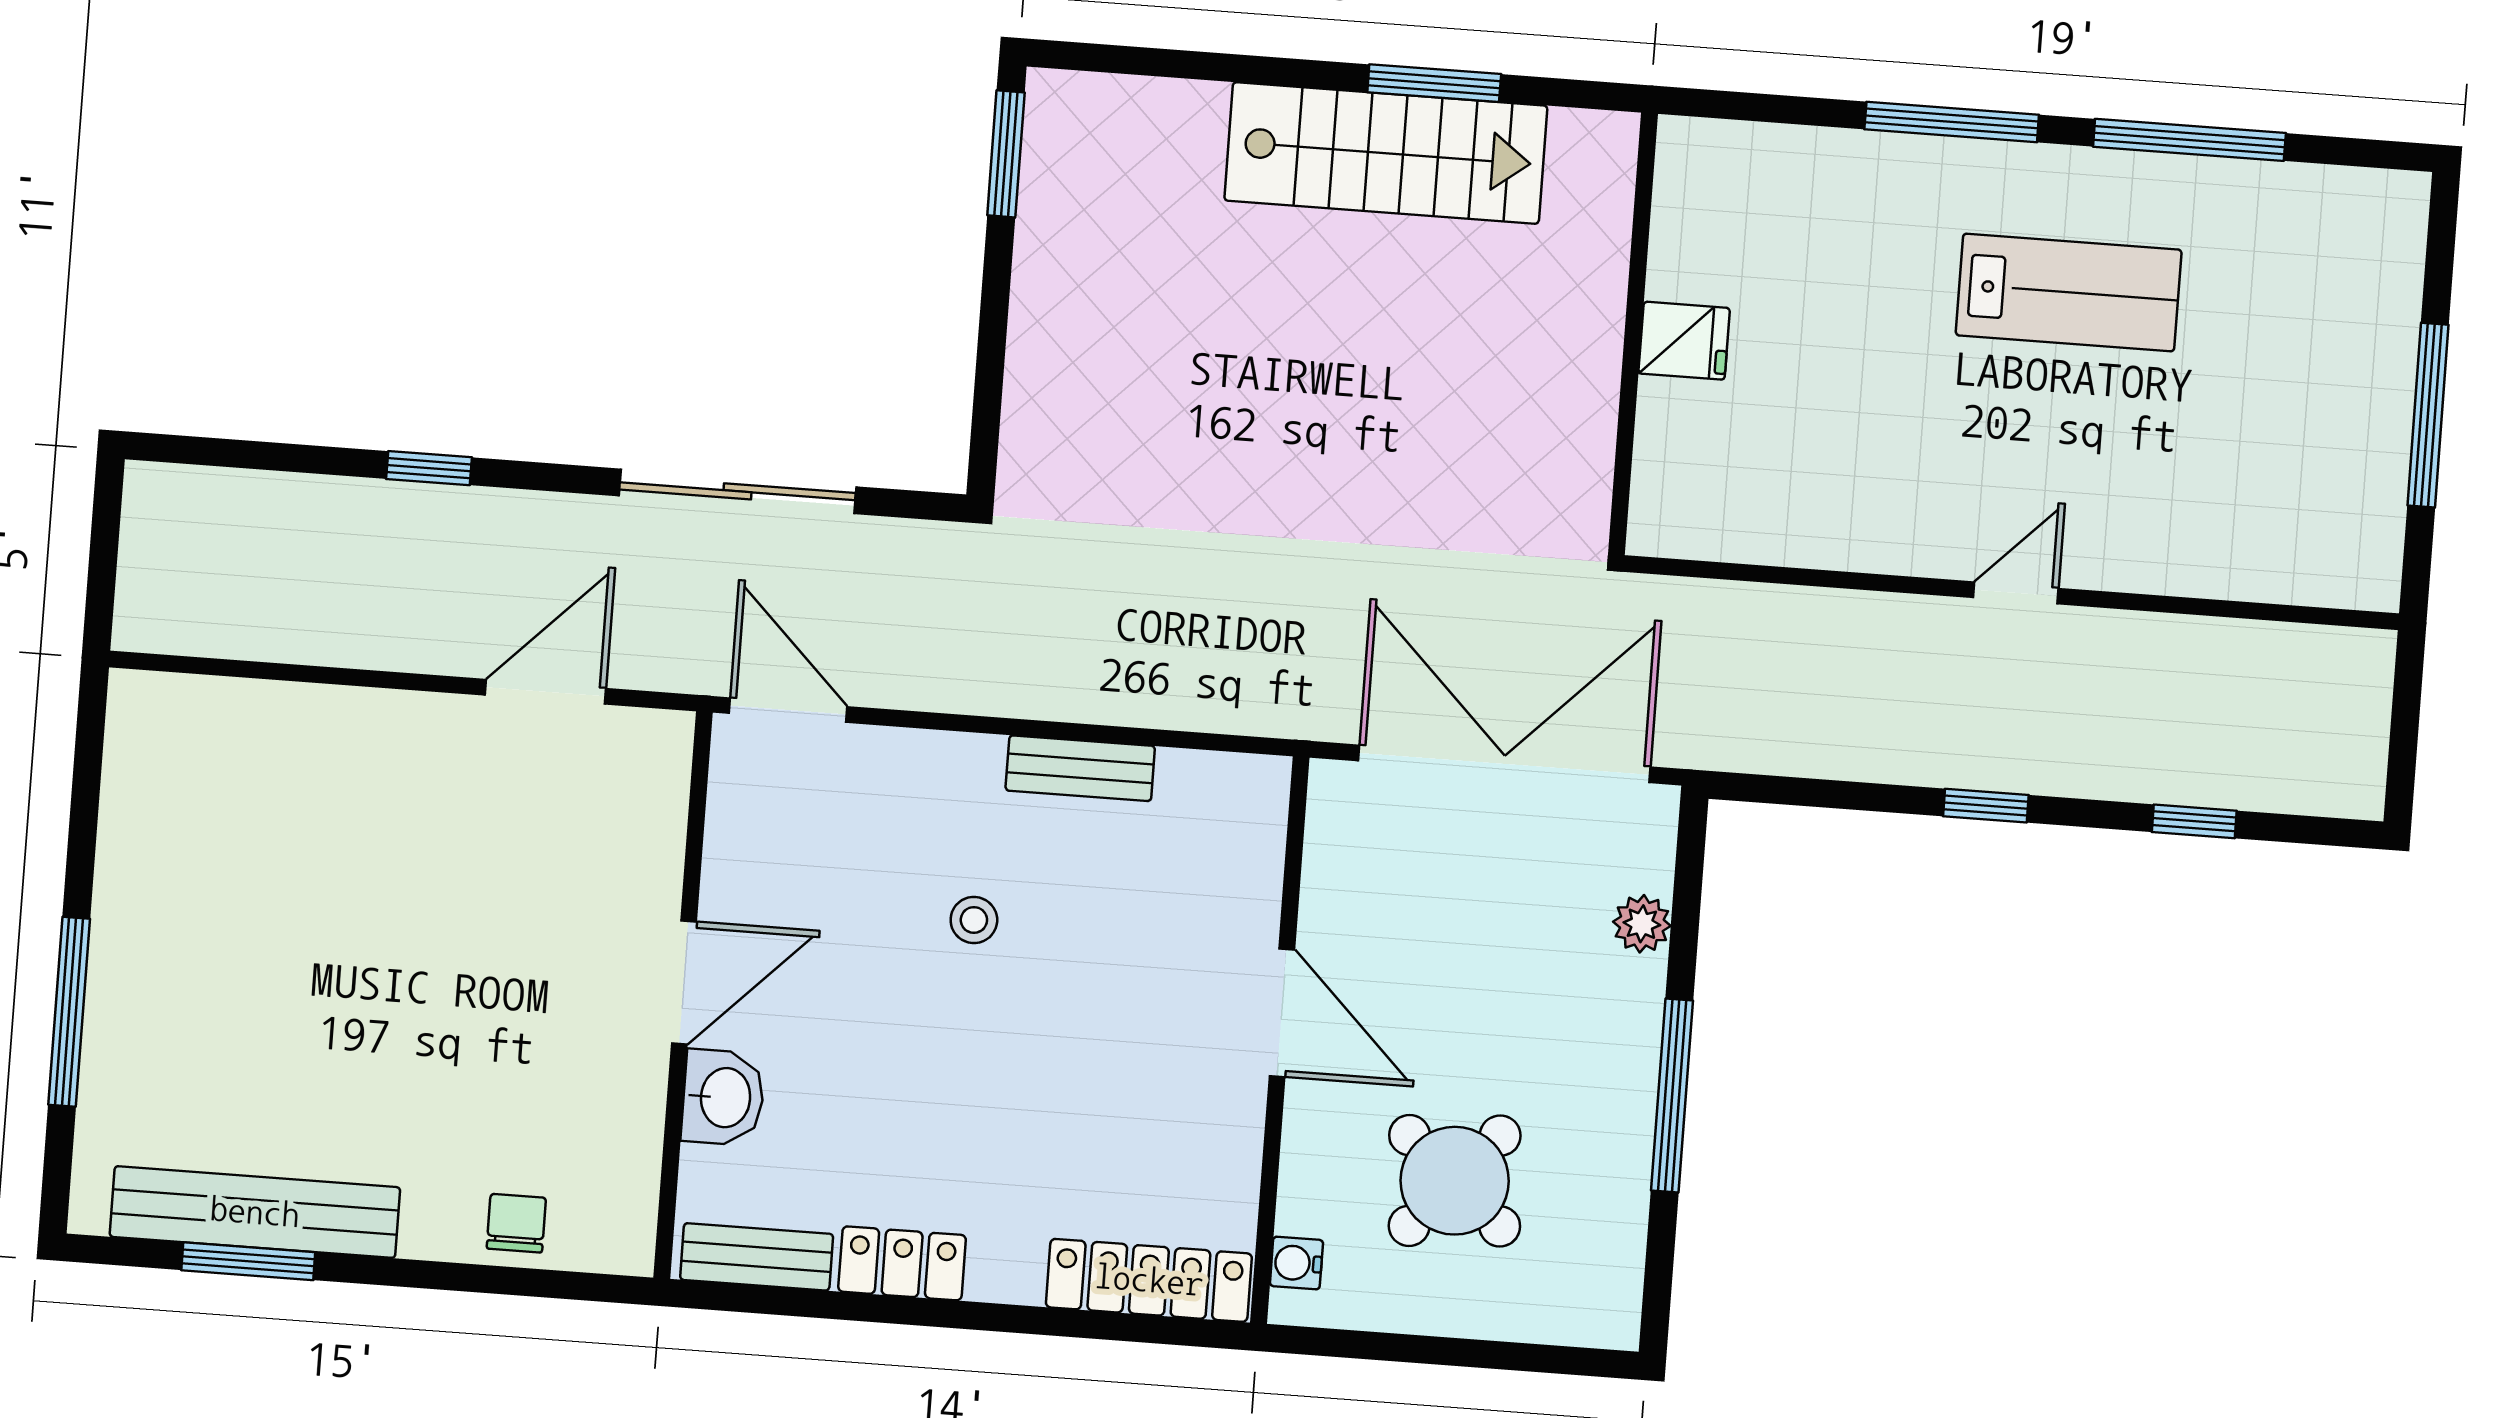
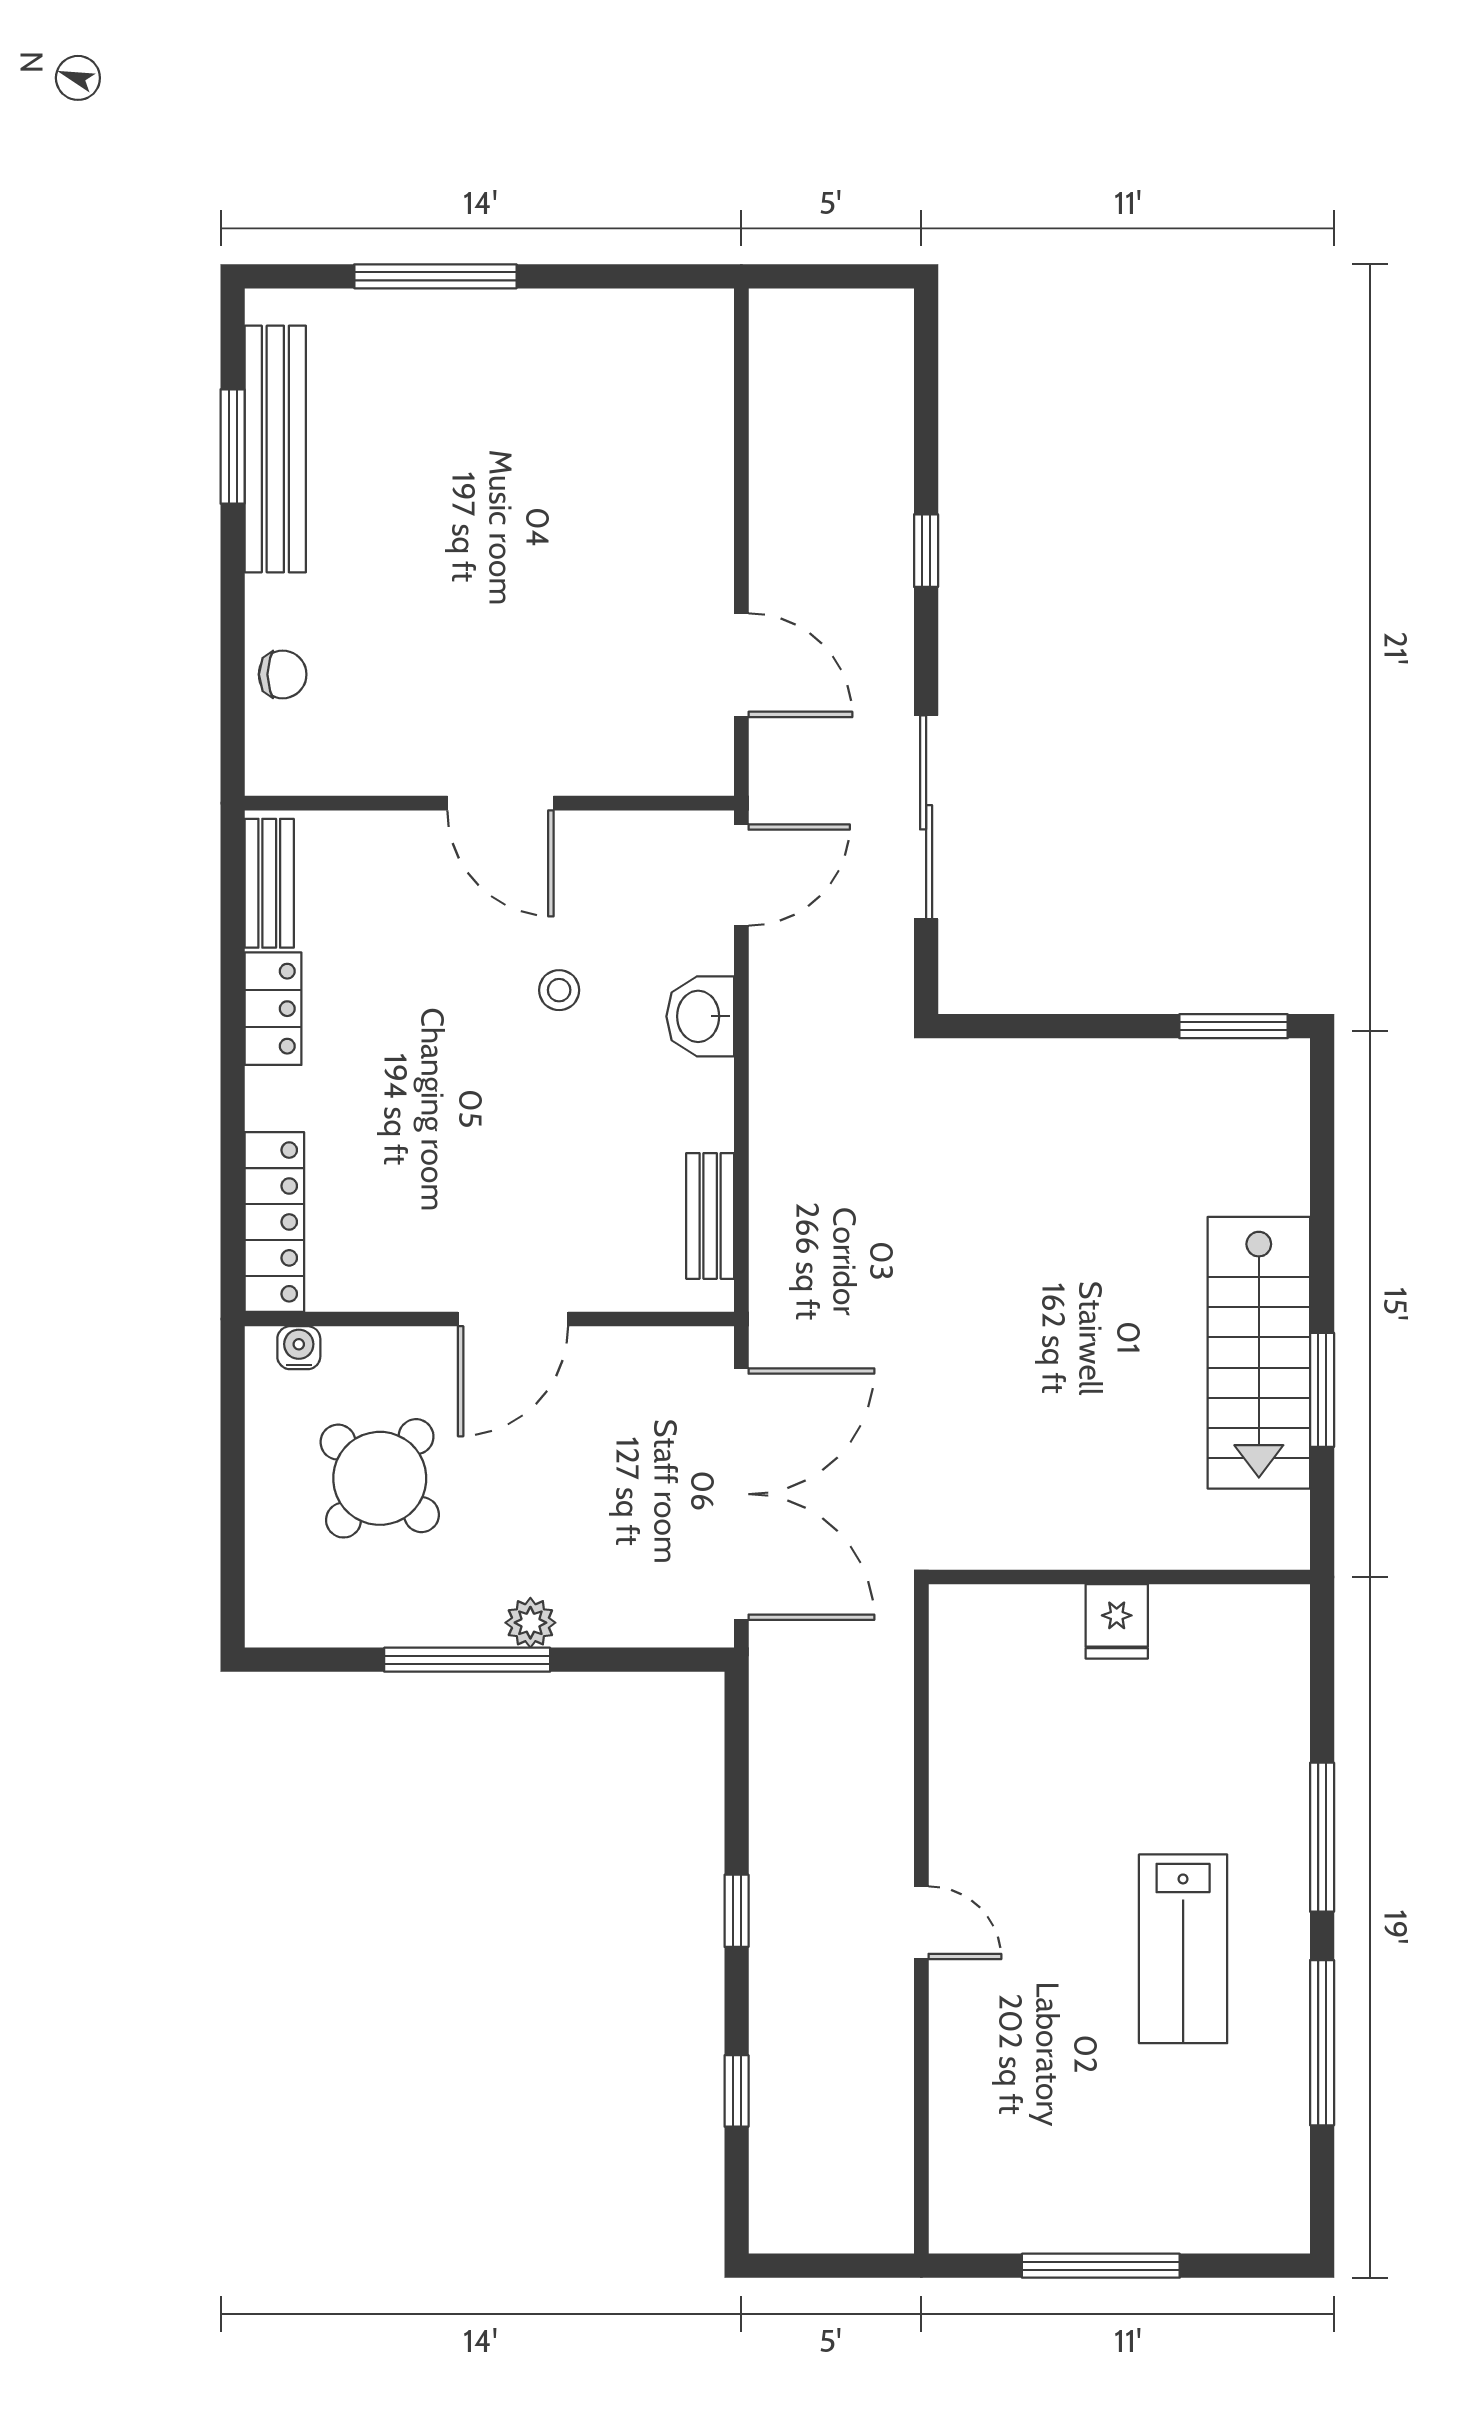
bench: (1080, 768) -> (710, 1216), moved
stool: (974, 920) -> (559, 990), moved
plant: (1642, 924) -> (530, 1623), moved
washbasin: (723, 1097) -> (700, 1016), moved, turned 90

